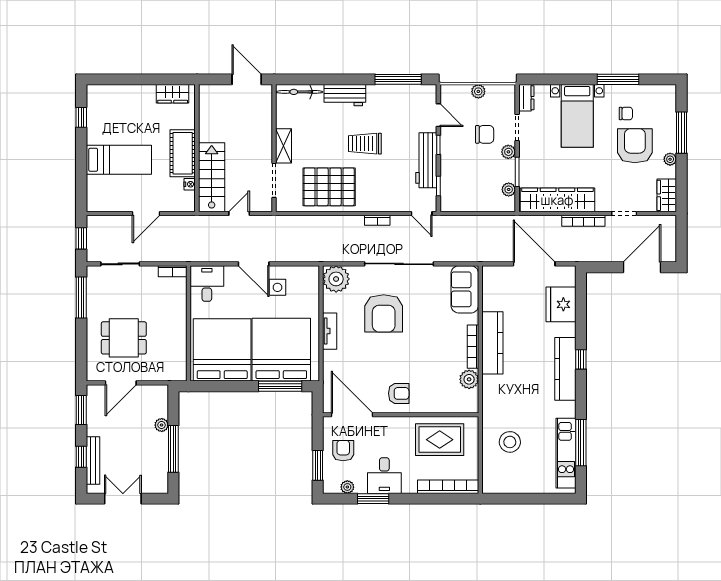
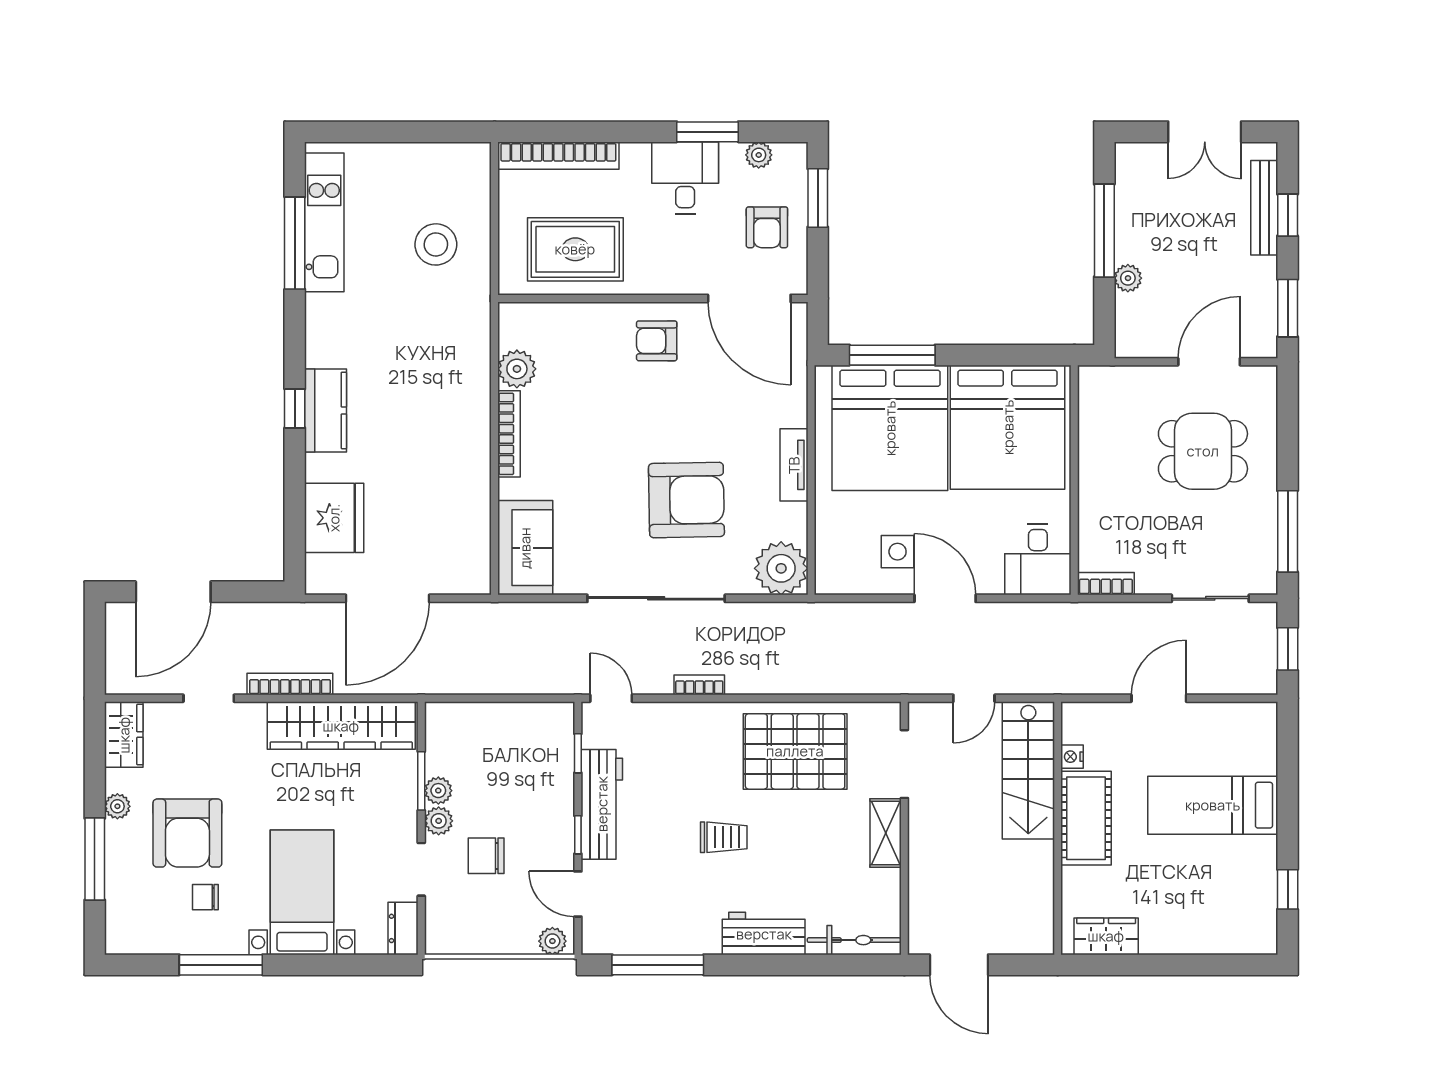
plant: (478, 91) -> (552, 941), moved
trolley: (365, 144) -> (724, 837), width x0.73, depth x0.72
plant: (509, 189) -> (438, 791), moved
door: (534, 264) -> (387, 598), hinge flipped
armchair: (384, 313) -> (686, 500), turned 89
kitchen counter: (492, 343) -> (471, 441), removed
kitchen counter: (565, 369) -> (325, 410), width x0.67

